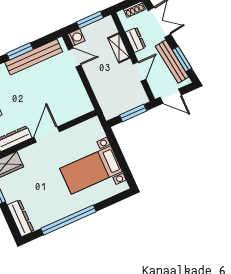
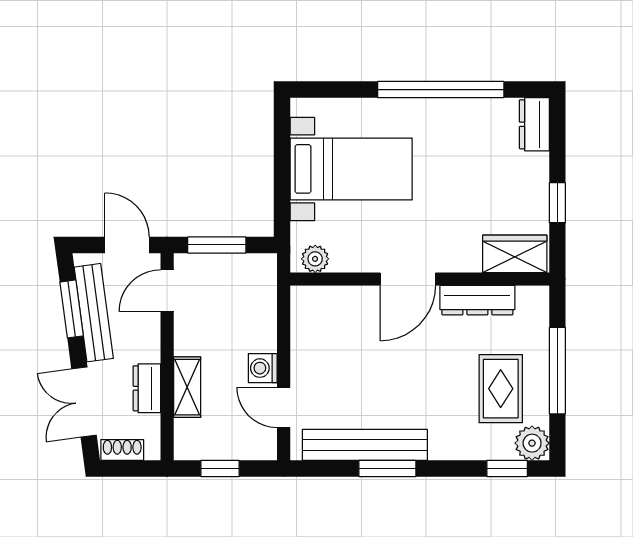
window: (90, 20) -> (220, 468), width x0.67
washing machine: (76, 37) -> (263, 368), moved
door: (140, 72) -> (167, 291), moved
plant: (89, 126) -> (315, 259), added
dresser: (21, 218) -> (534, 124), width x0.70

